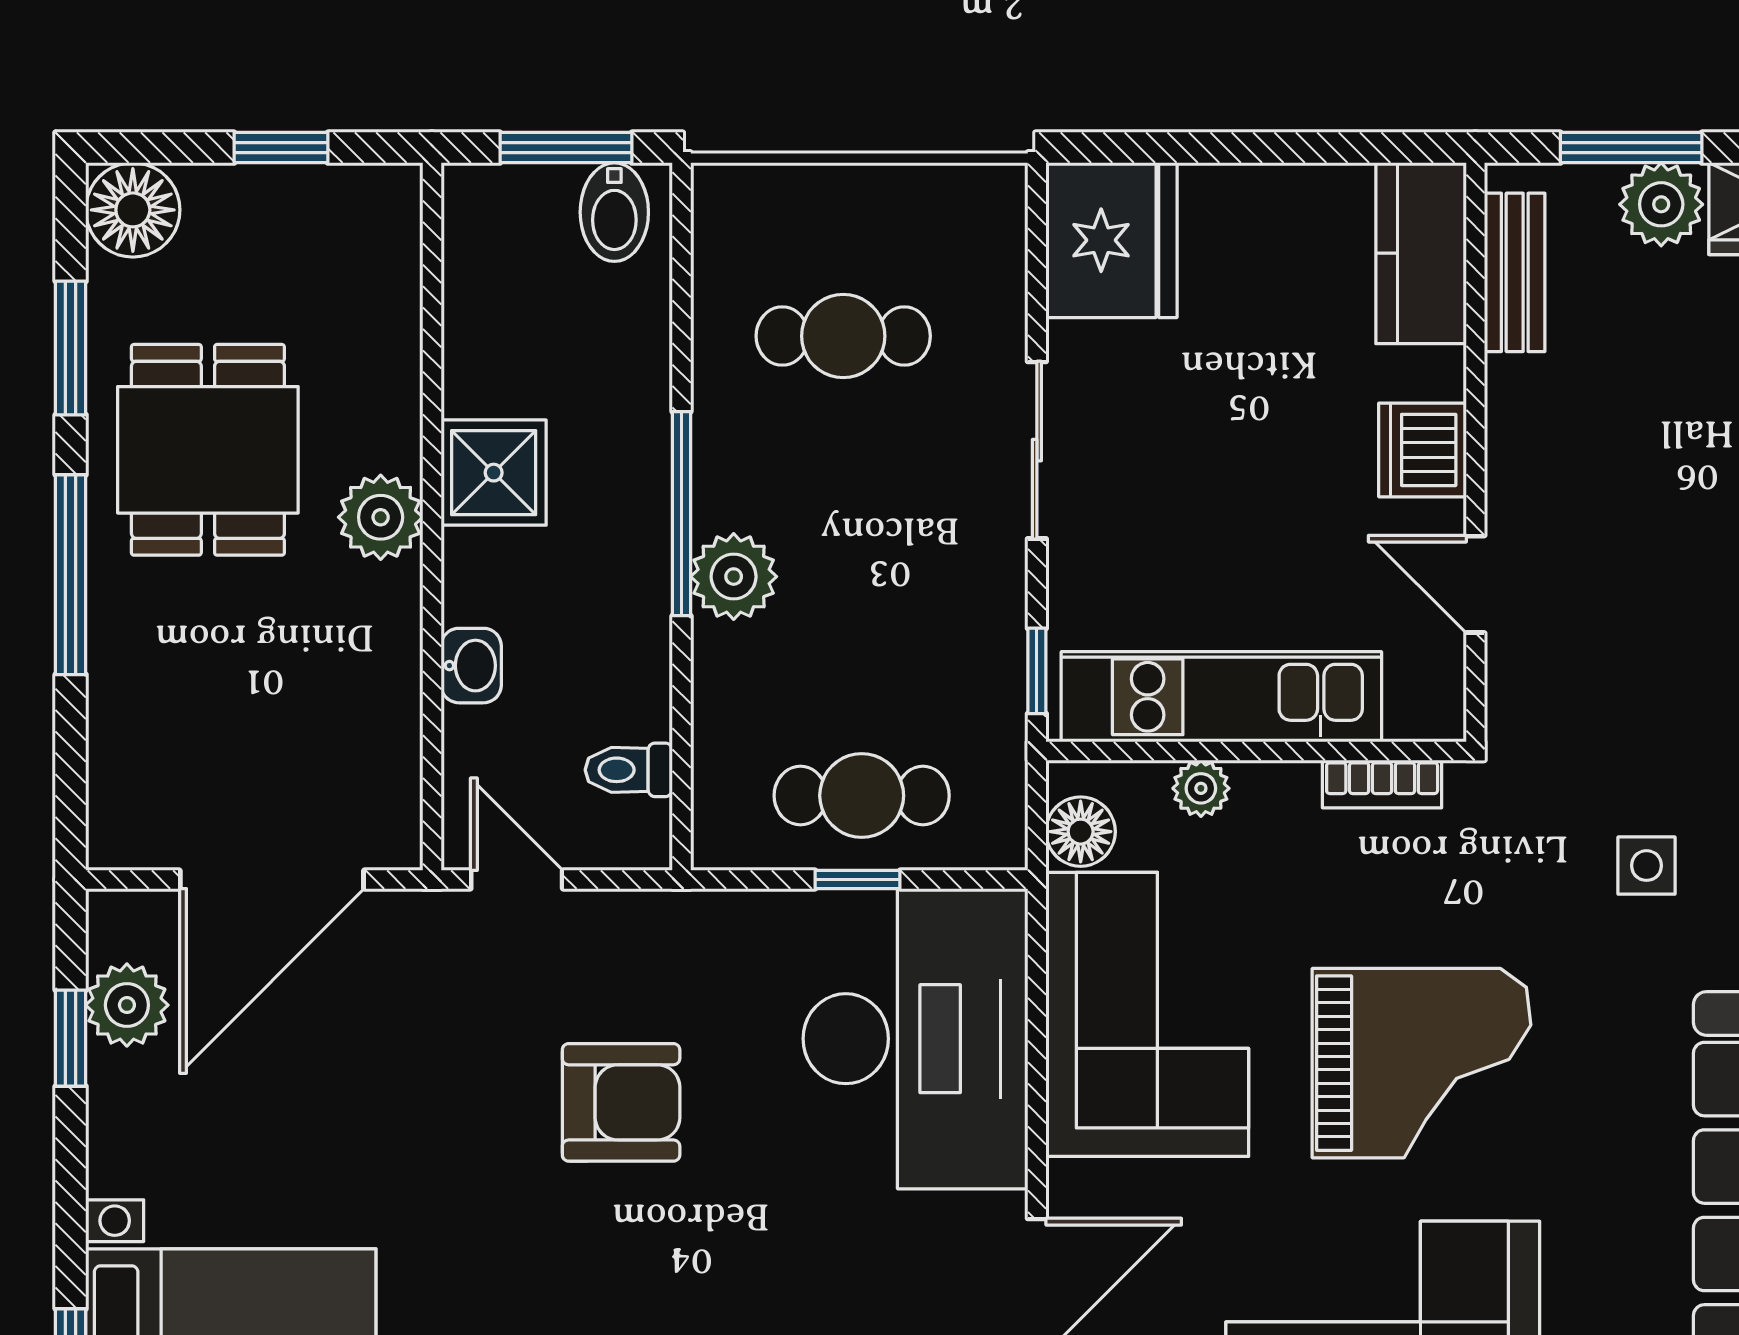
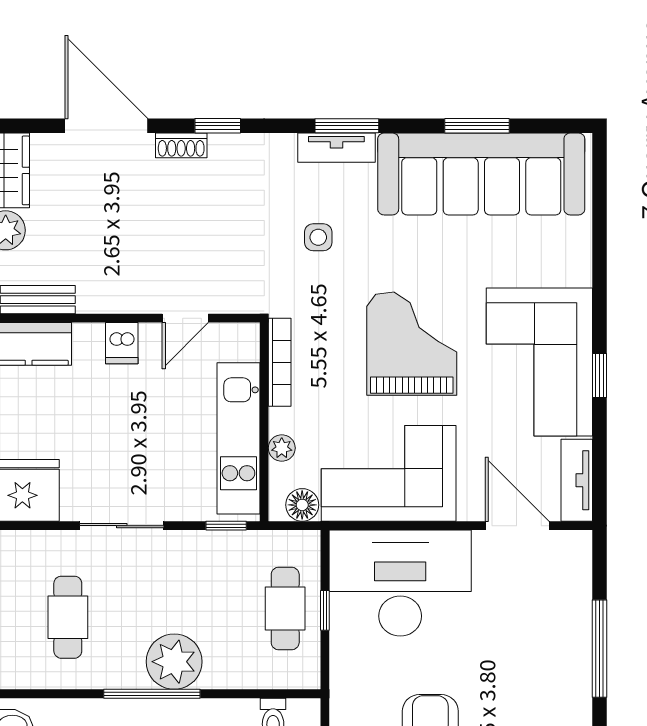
dishwasher: (1423, 450) -> (122, 343), width x0.73
plant: (734, 577) -> (174, 662), width x1.36, depth x1.36
bookcase: (1382, 784) -> (280, 362), width x1.56

